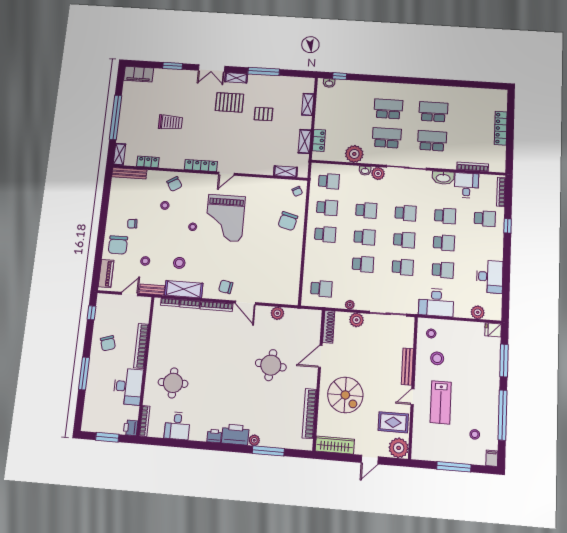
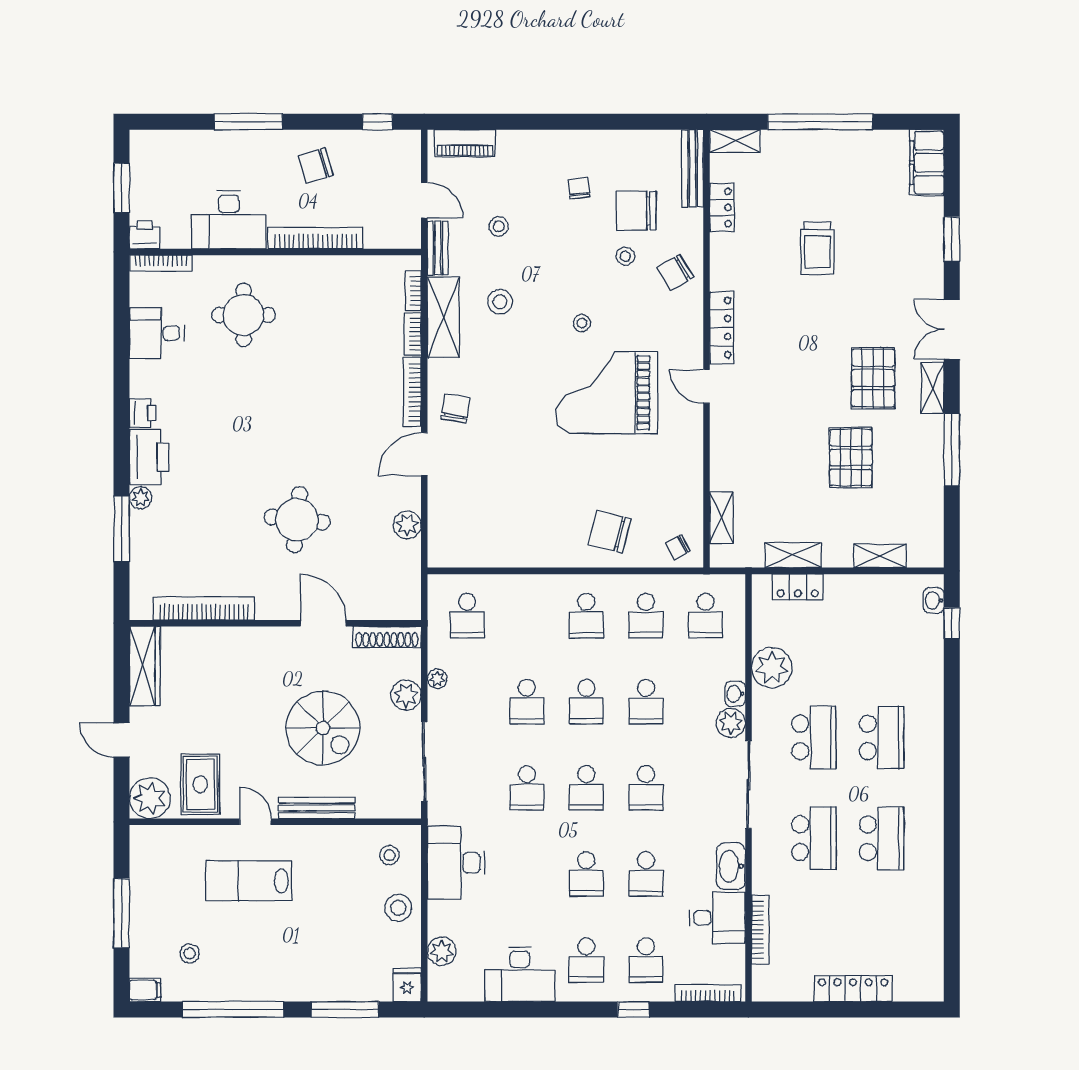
pallet: (264, 114) -> (851, 458), width x1.50, depth x1.42
chair: (118, 245) -> (636, 211), moved
school desk: (443, 270) -> (586, 960), moved
stool: (437, 358) -> (398, 908), moved
spiral stairs: (345, 395) -> (323, 728), moved, turned -90

